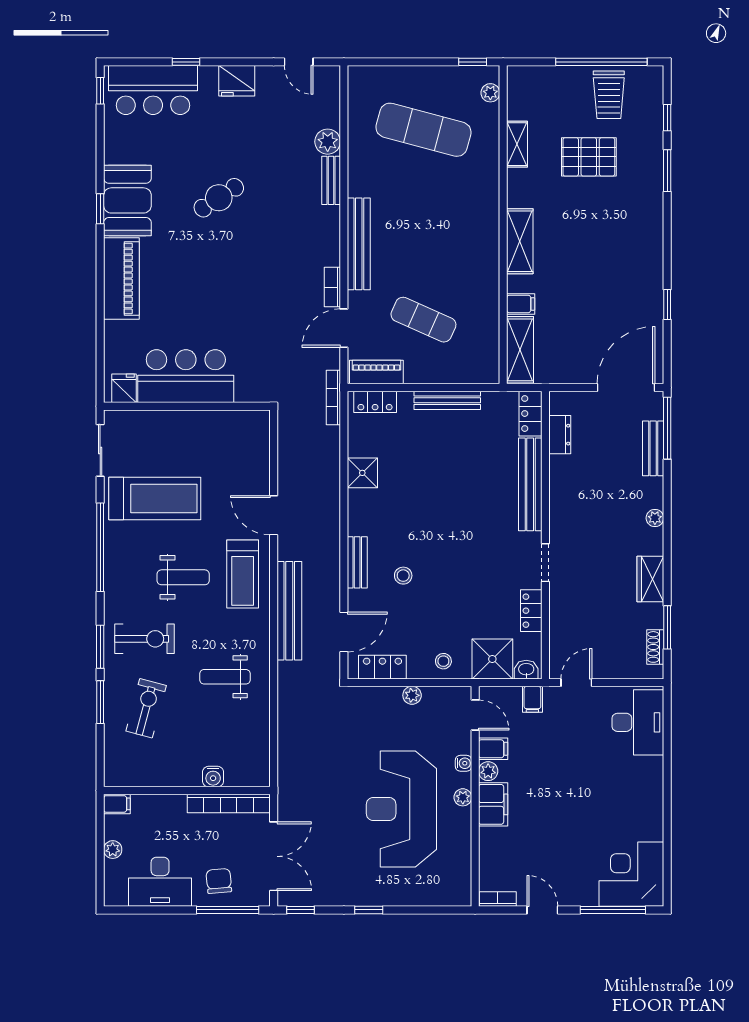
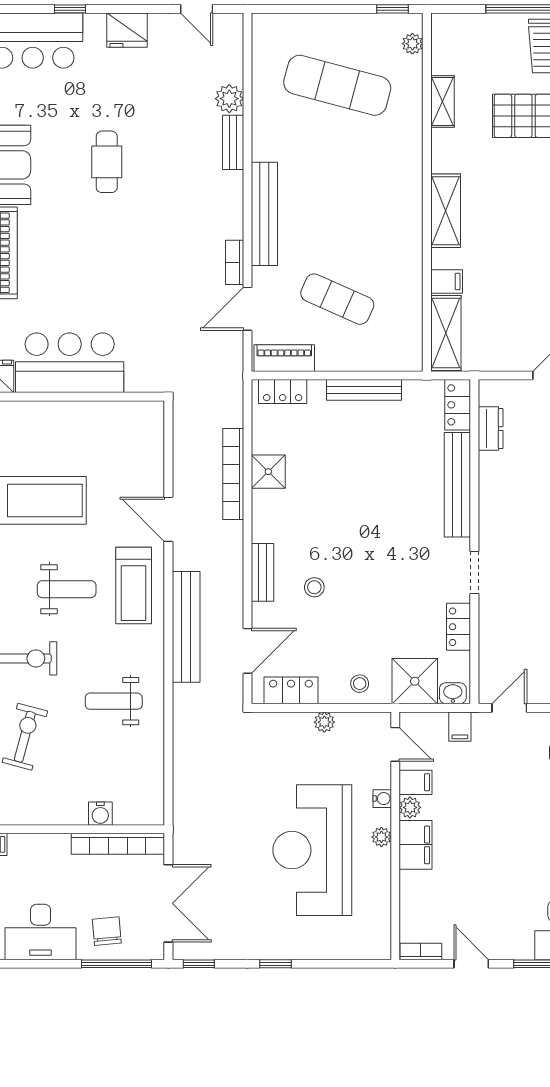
cafe table: (219, 198) -> (107, 162), turned -57
bookcase: (333, 397) -> (233, 474), moved, width x1.48, depth x1.31

